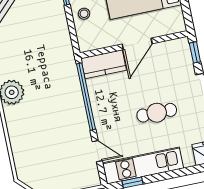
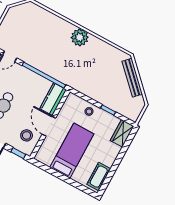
stool: (168, 60) -> (27, 135), added

